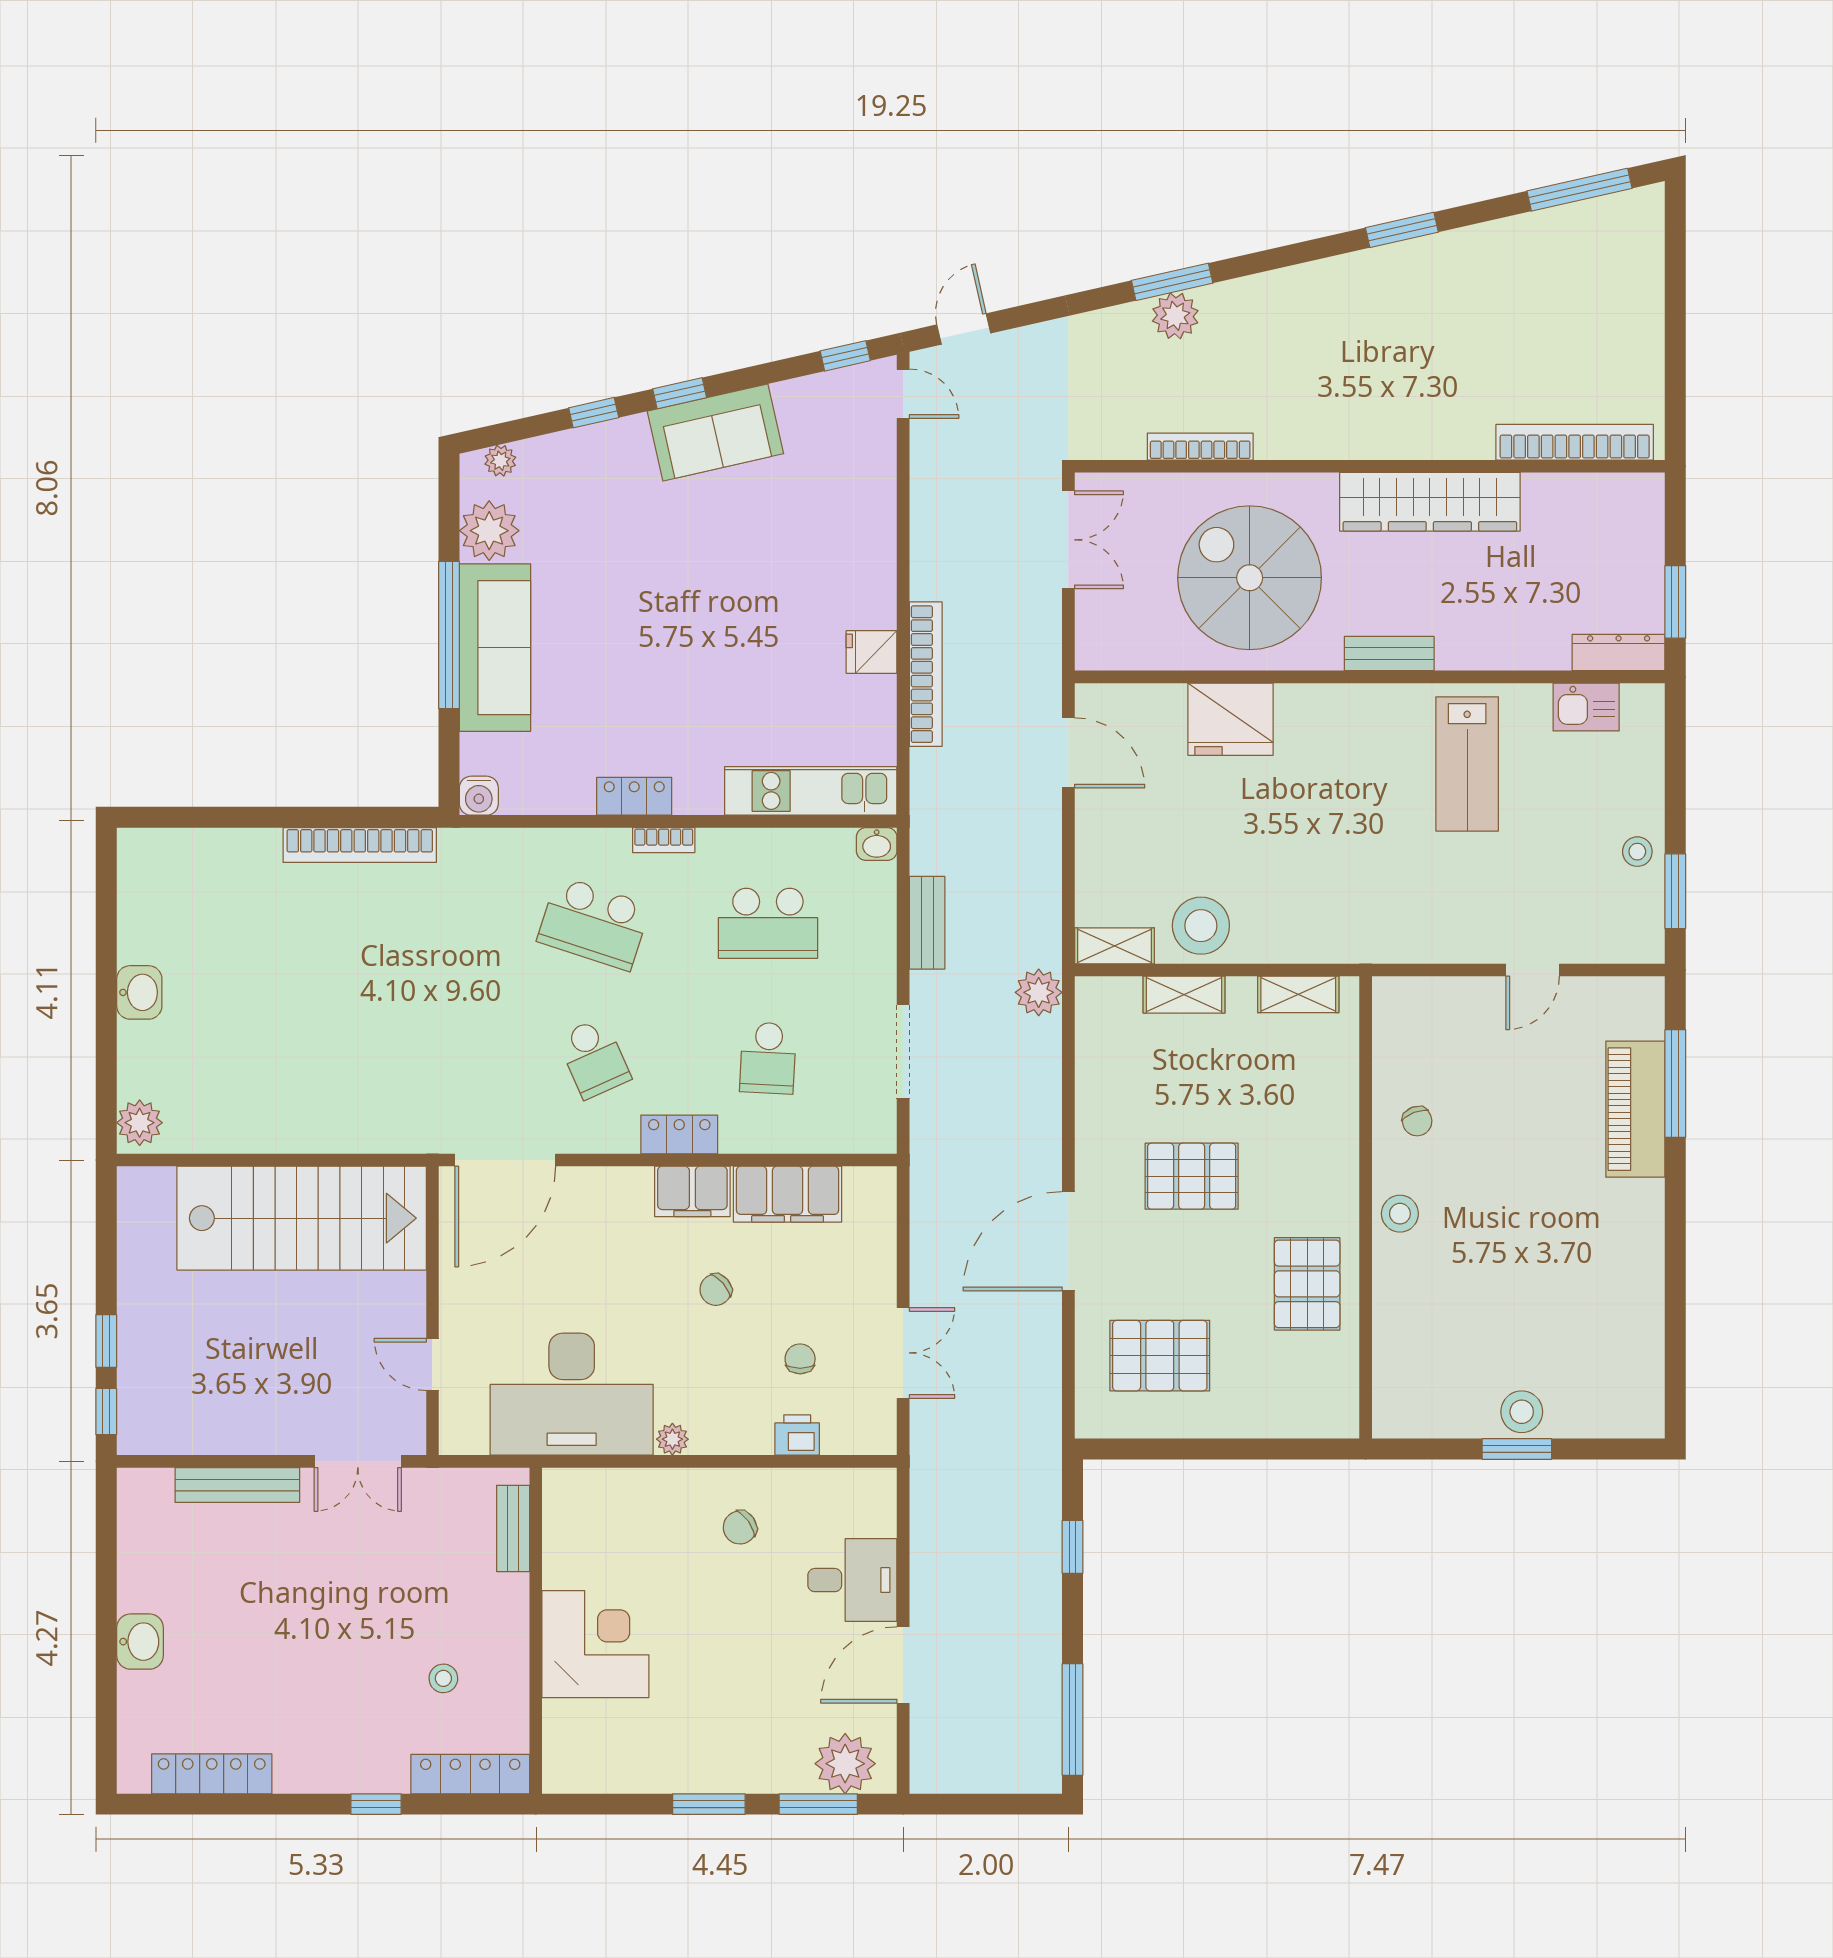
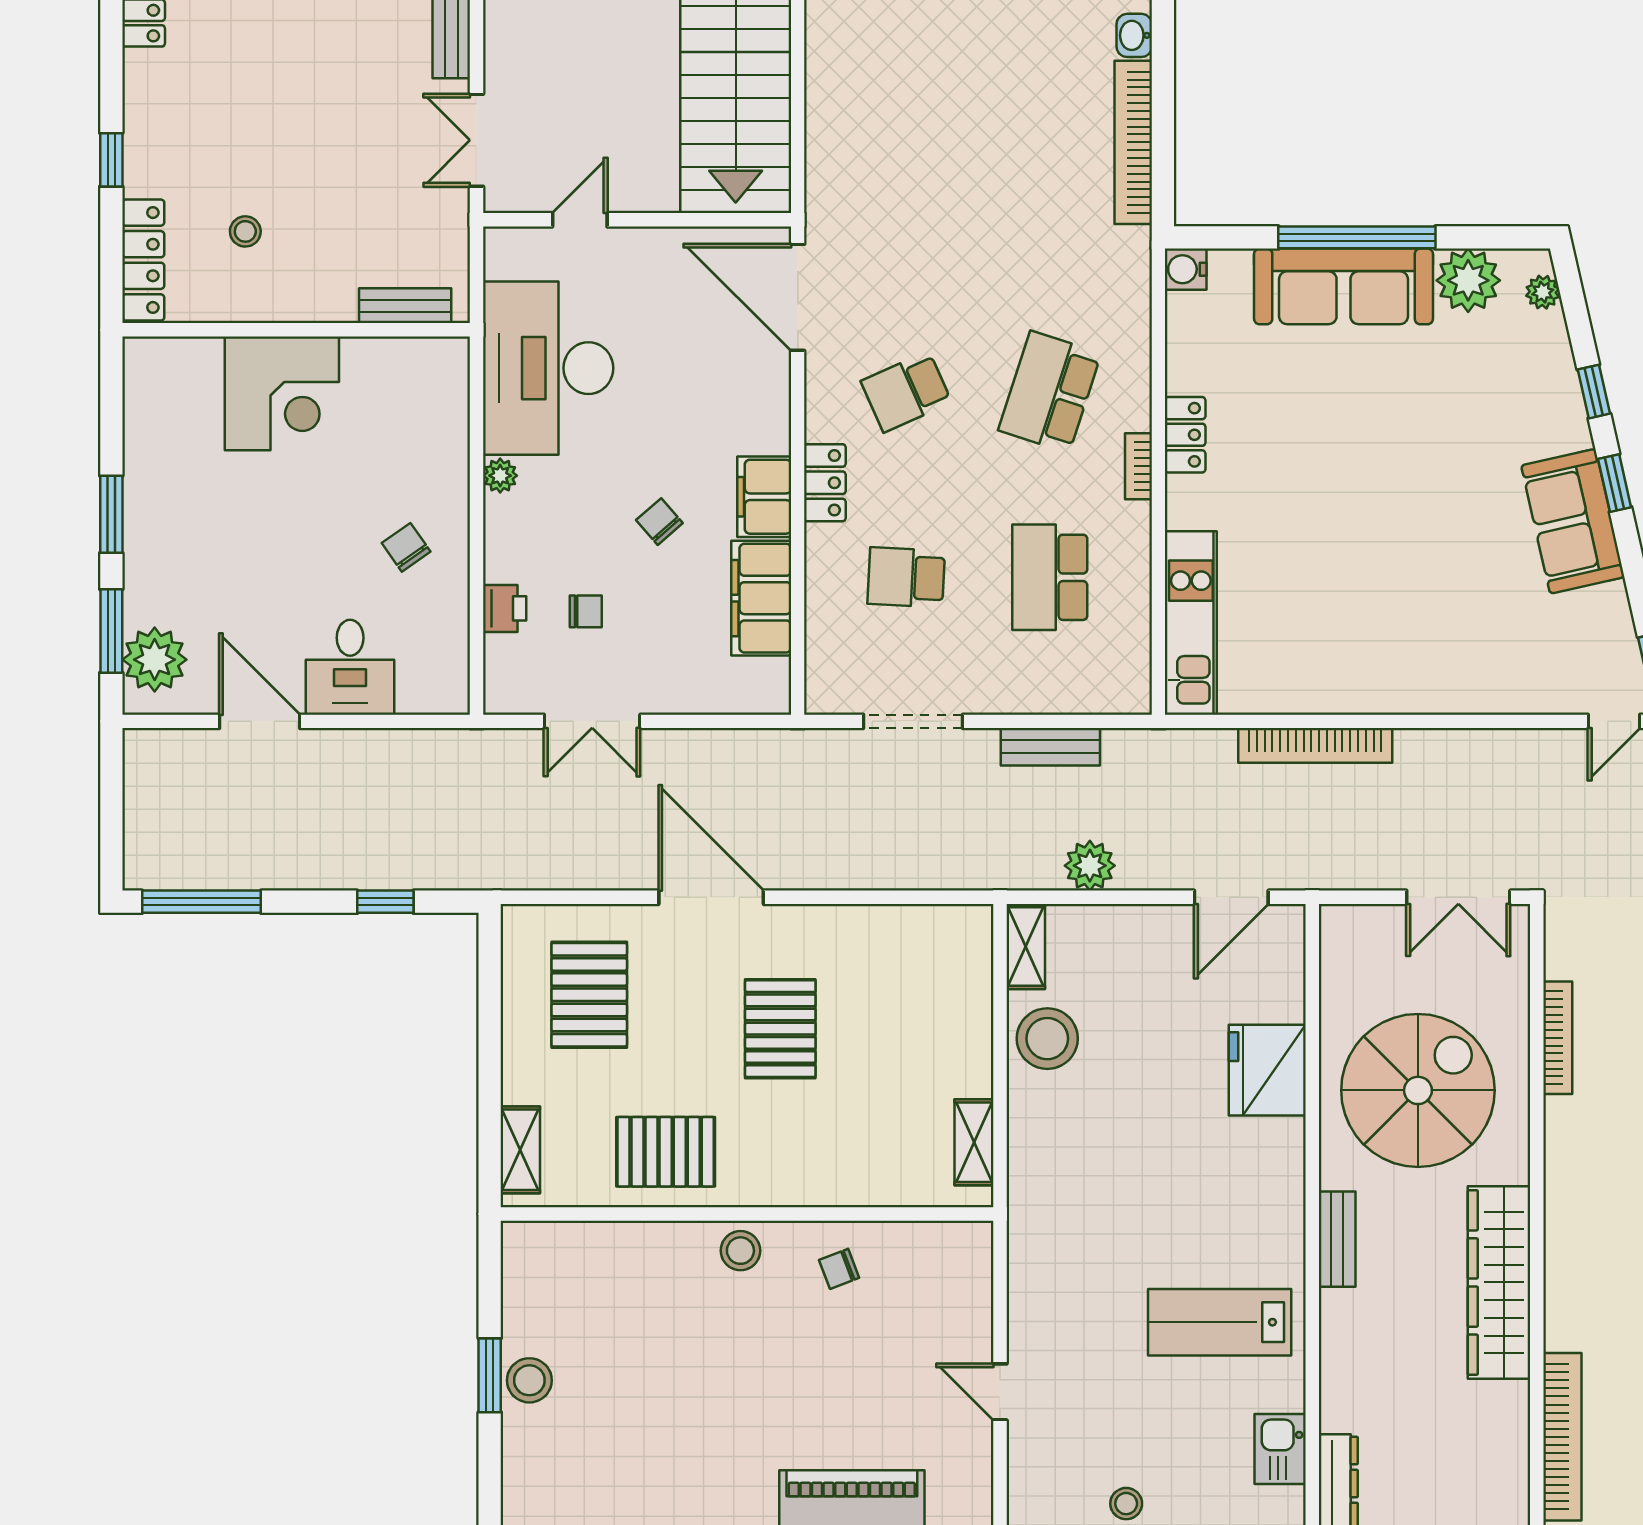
fridge: (872, 652) -> (1339, 688), removed
washbasin: (877, 844) -> (1134, 35), moved
plant: (1039, 992) -> (1090, 866), moved
shelving: (1184, 995) -> (520, 1150), moved

